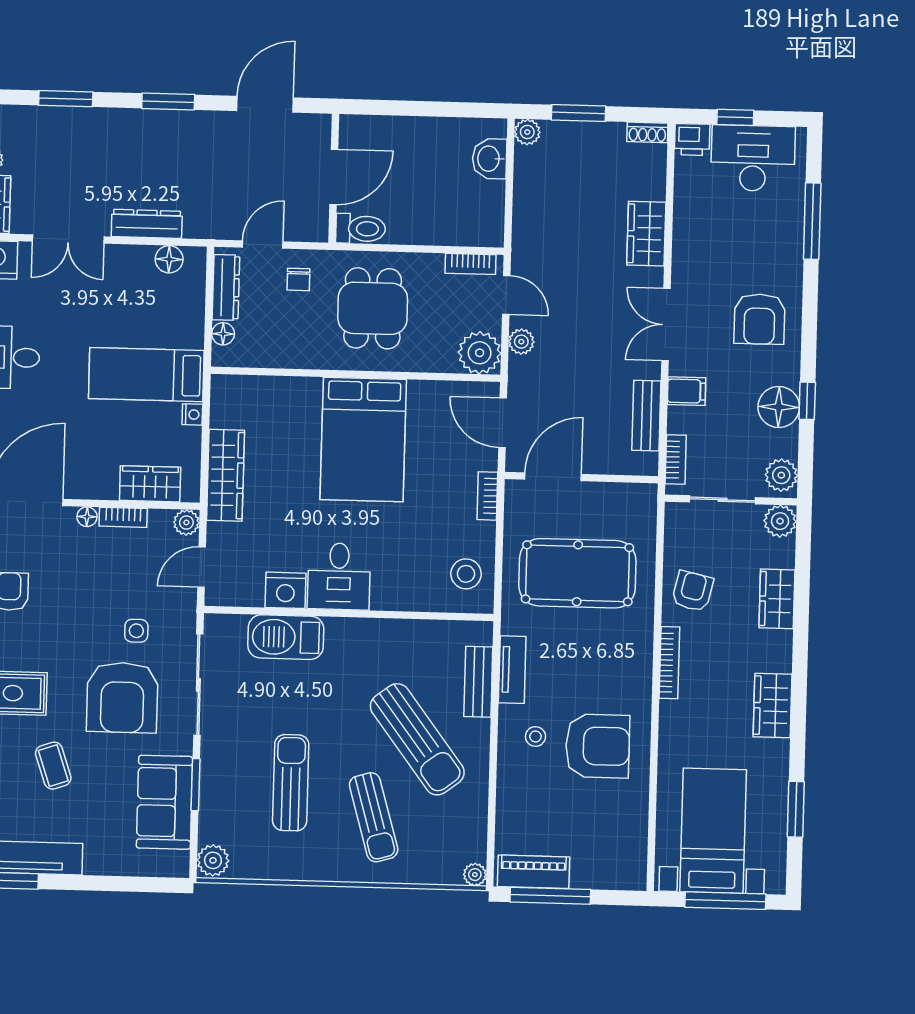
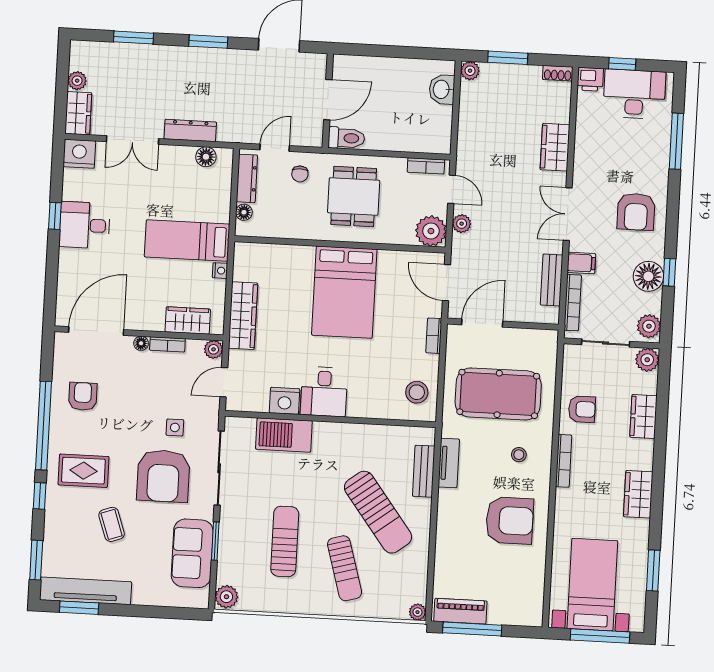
bookcase: (676, 460) -> (573, 303), width x1.56
armchair: (692, 591) -> (582, 409), turned 77
stool: (535, 736) -> (519, 455), moved

